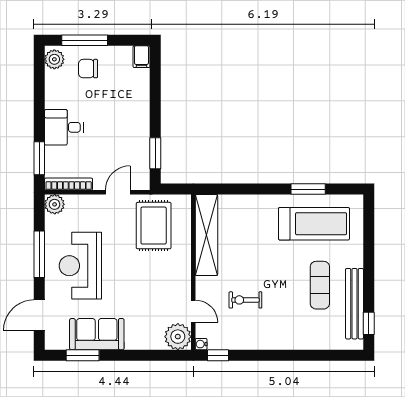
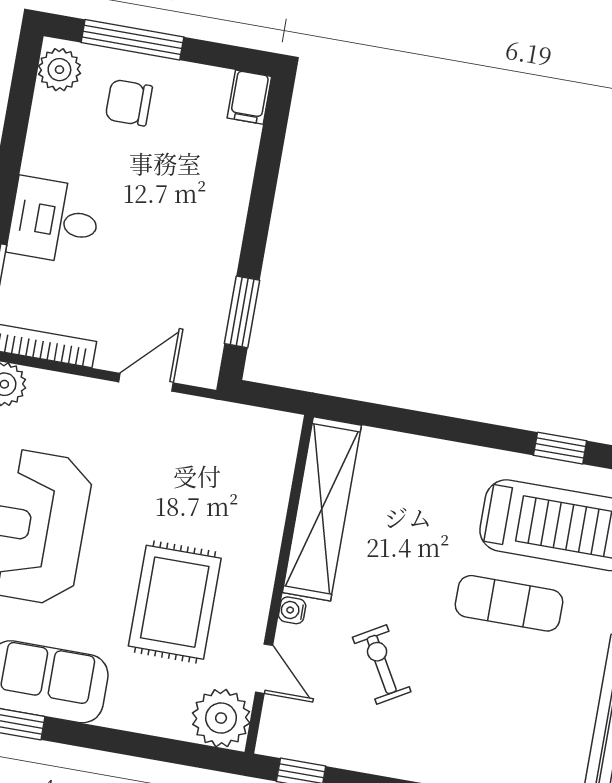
window: (308, 189) -> (560, 448), width x0.67
rug: (154, 226) -> (175, 602), moved
exercise mat: (320, 285) -> (509, 603), moved, turned 90
exercise bike: (245, 300) -> (382, 664), turned 60
water cooler: (201, 344) -> (292, 610), moved

